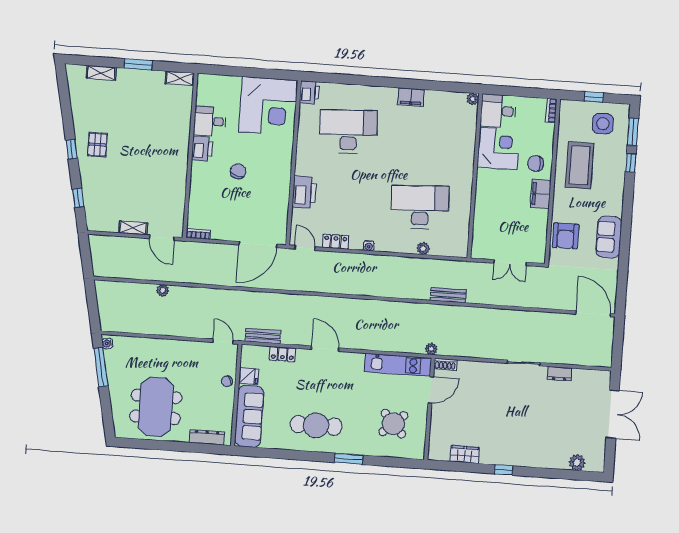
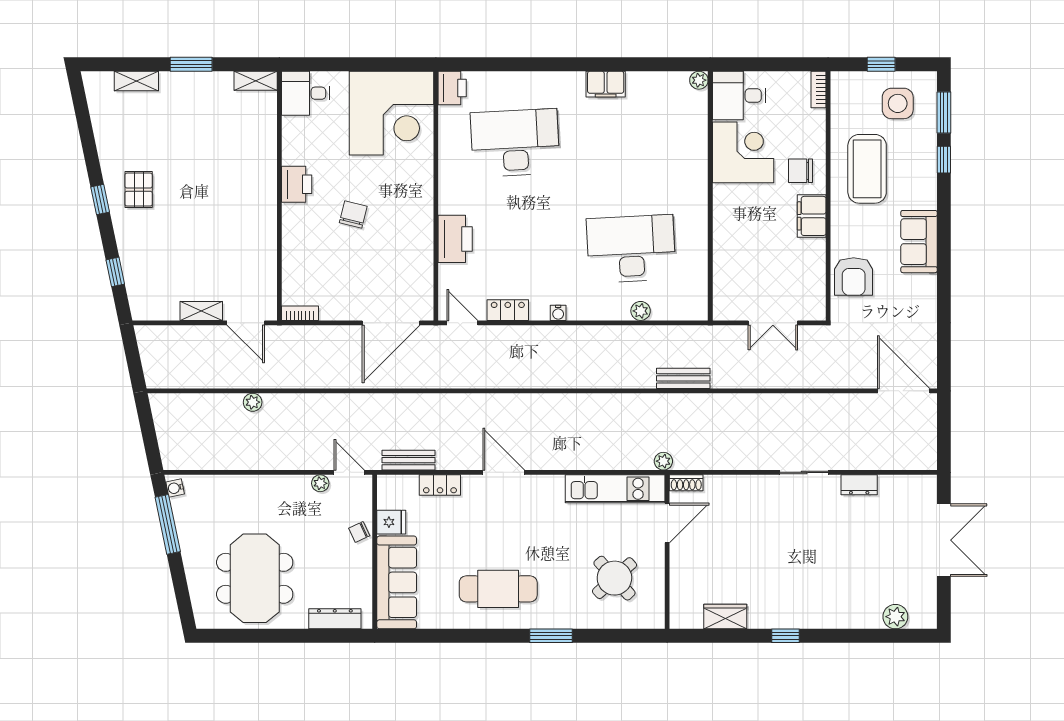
desk: (210, 121) -> (305, 93), moved
sofa: (609, 237) -> (919, 242), moved
plant: (204, 347) -> (320, 483), added

